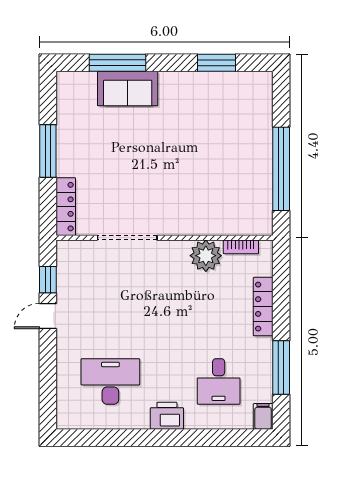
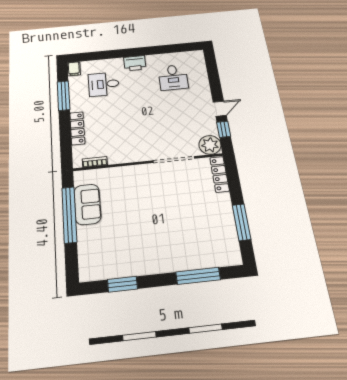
sofa: (128, 89) -> (87, 204), moved, turned 90
window: (48, 151) -> (241, 222), moved
plant: (206, 256) -> (210, 145), moved
desk: (110, 381) -> (173, 77), width x0.73
desk: (219, 381) -> (104, 84), turned -90

